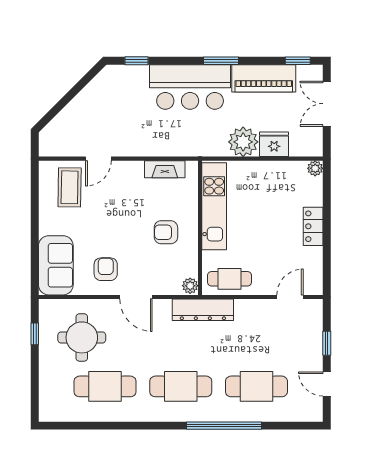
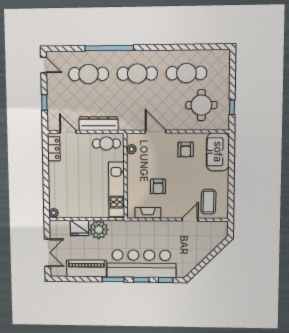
window: (298, 61) -> (141, 280), moved
bar counter: (190, 87) -> (141, 264), width x1.36
locker: (313, 226) -> (54, 149), moved
armchair: (166, 232) -> (158, 186), moved, turned 90
plant: (190, 286) -> (132, 149), moved
door: (136, 297) -> (156, 132), moved
door: (290, 297) -> (68, 132), swing flipped
dresser: (203, 310) -> (99, 124), moved
door: (327, 384) -> (44, 65), moved

